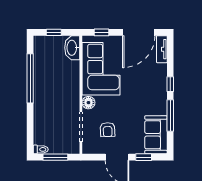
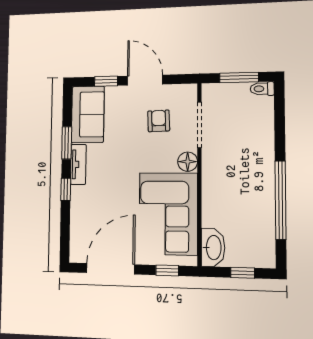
tv unit: (162, 49) -> (78, 164), moved
window: (170, 116) -> (67, 143), width x0.69

